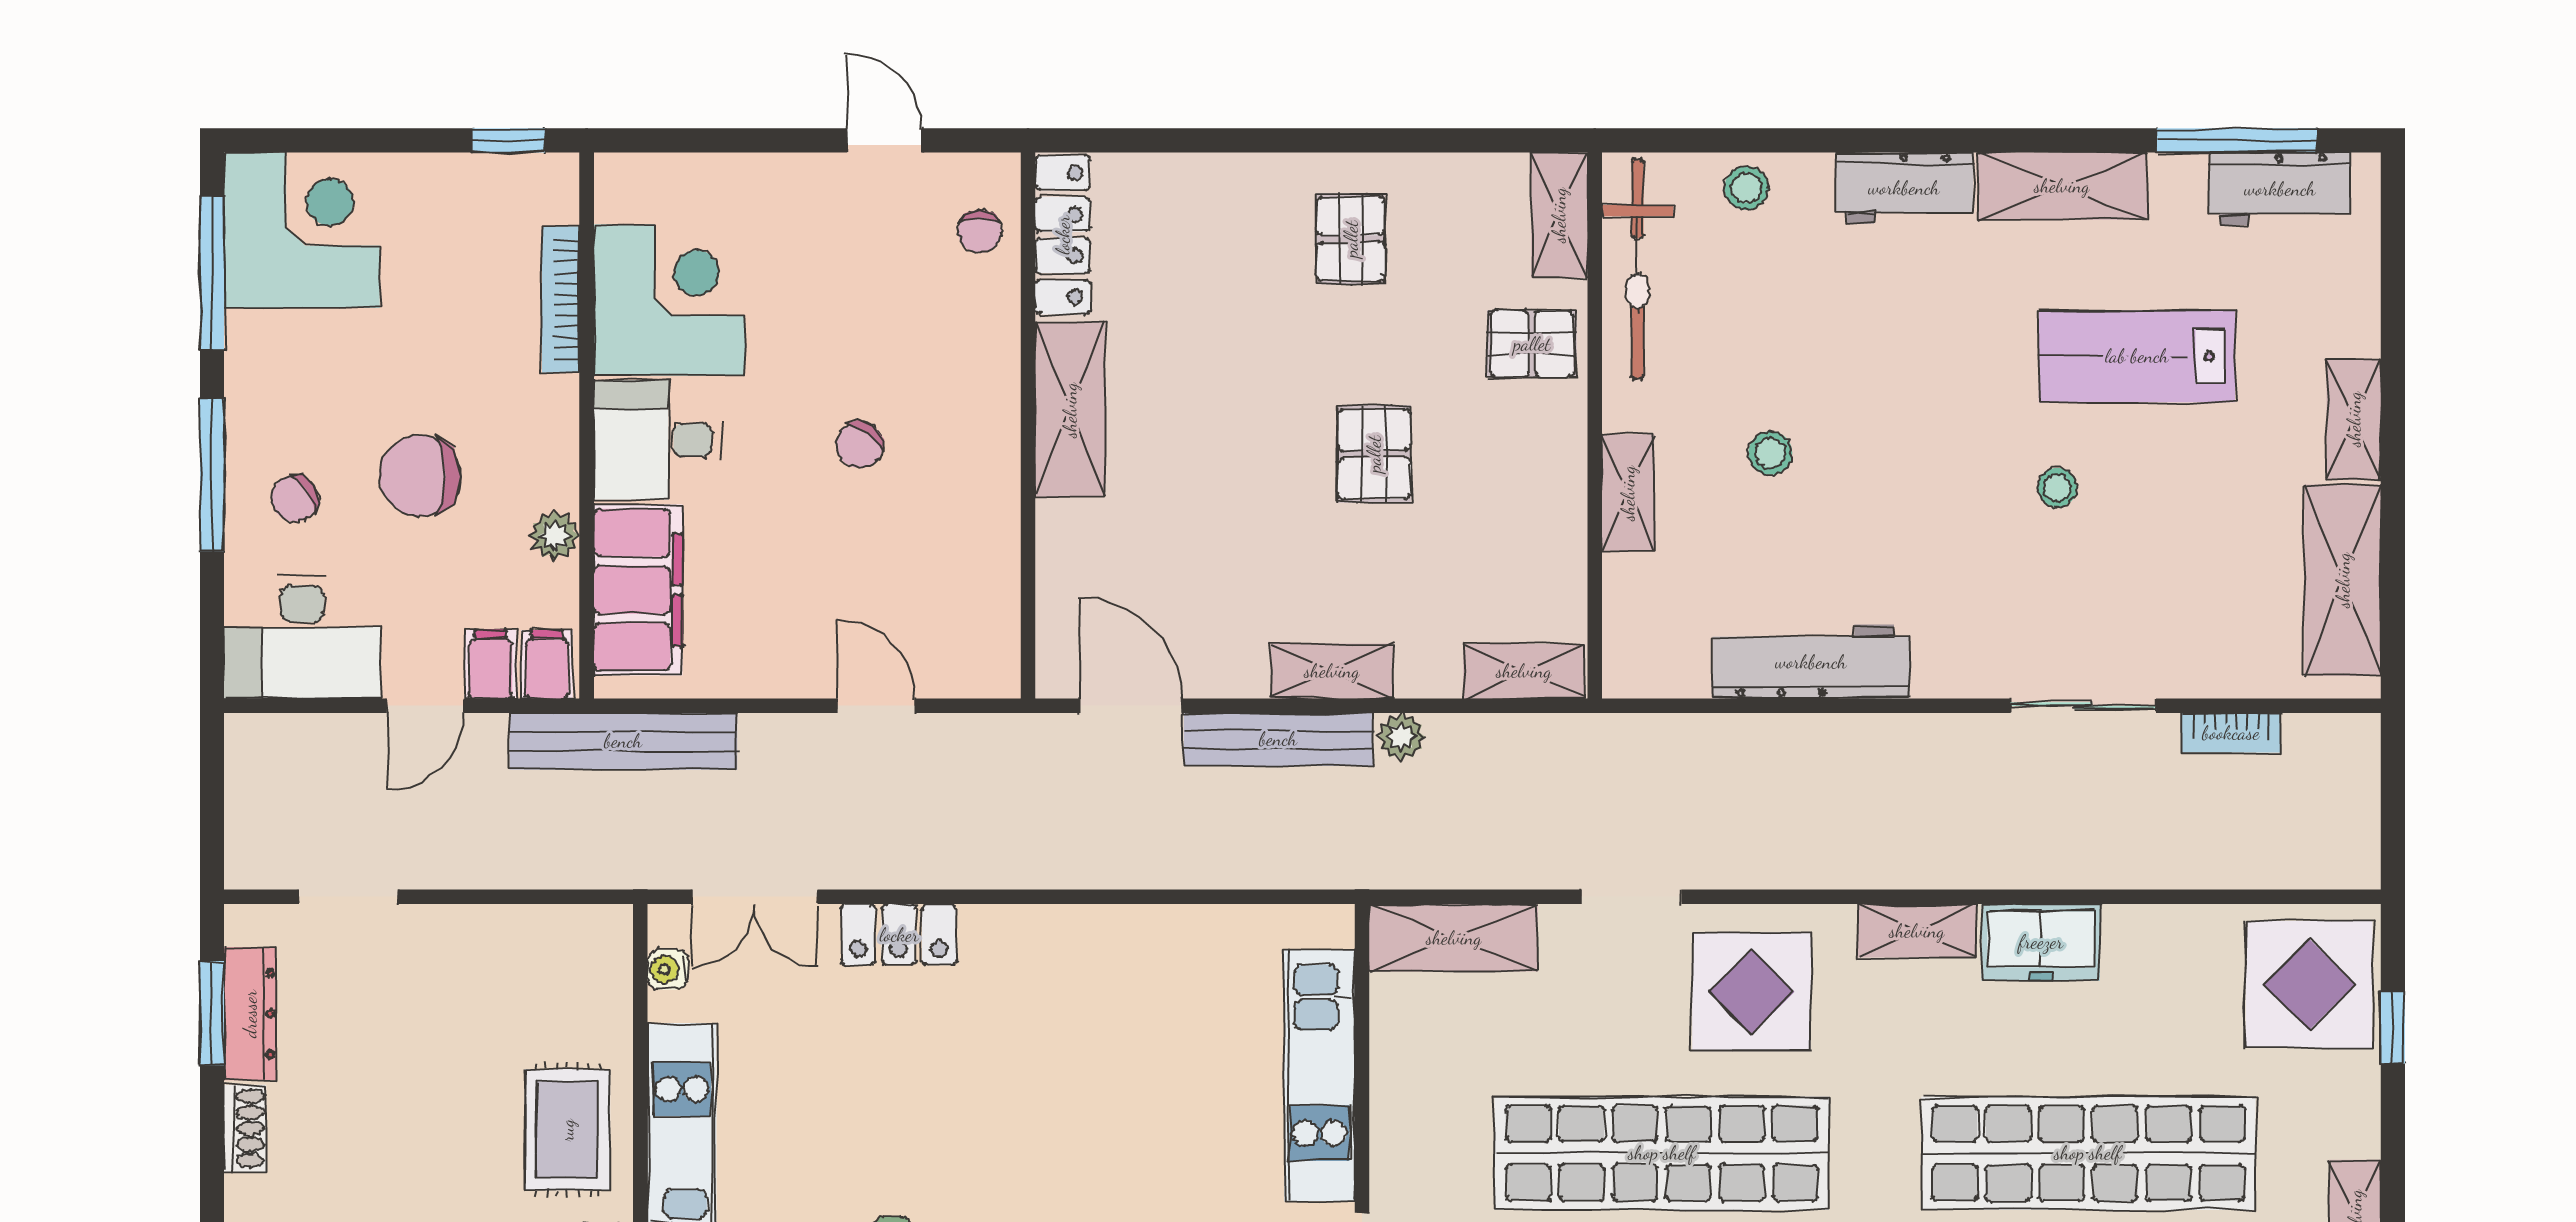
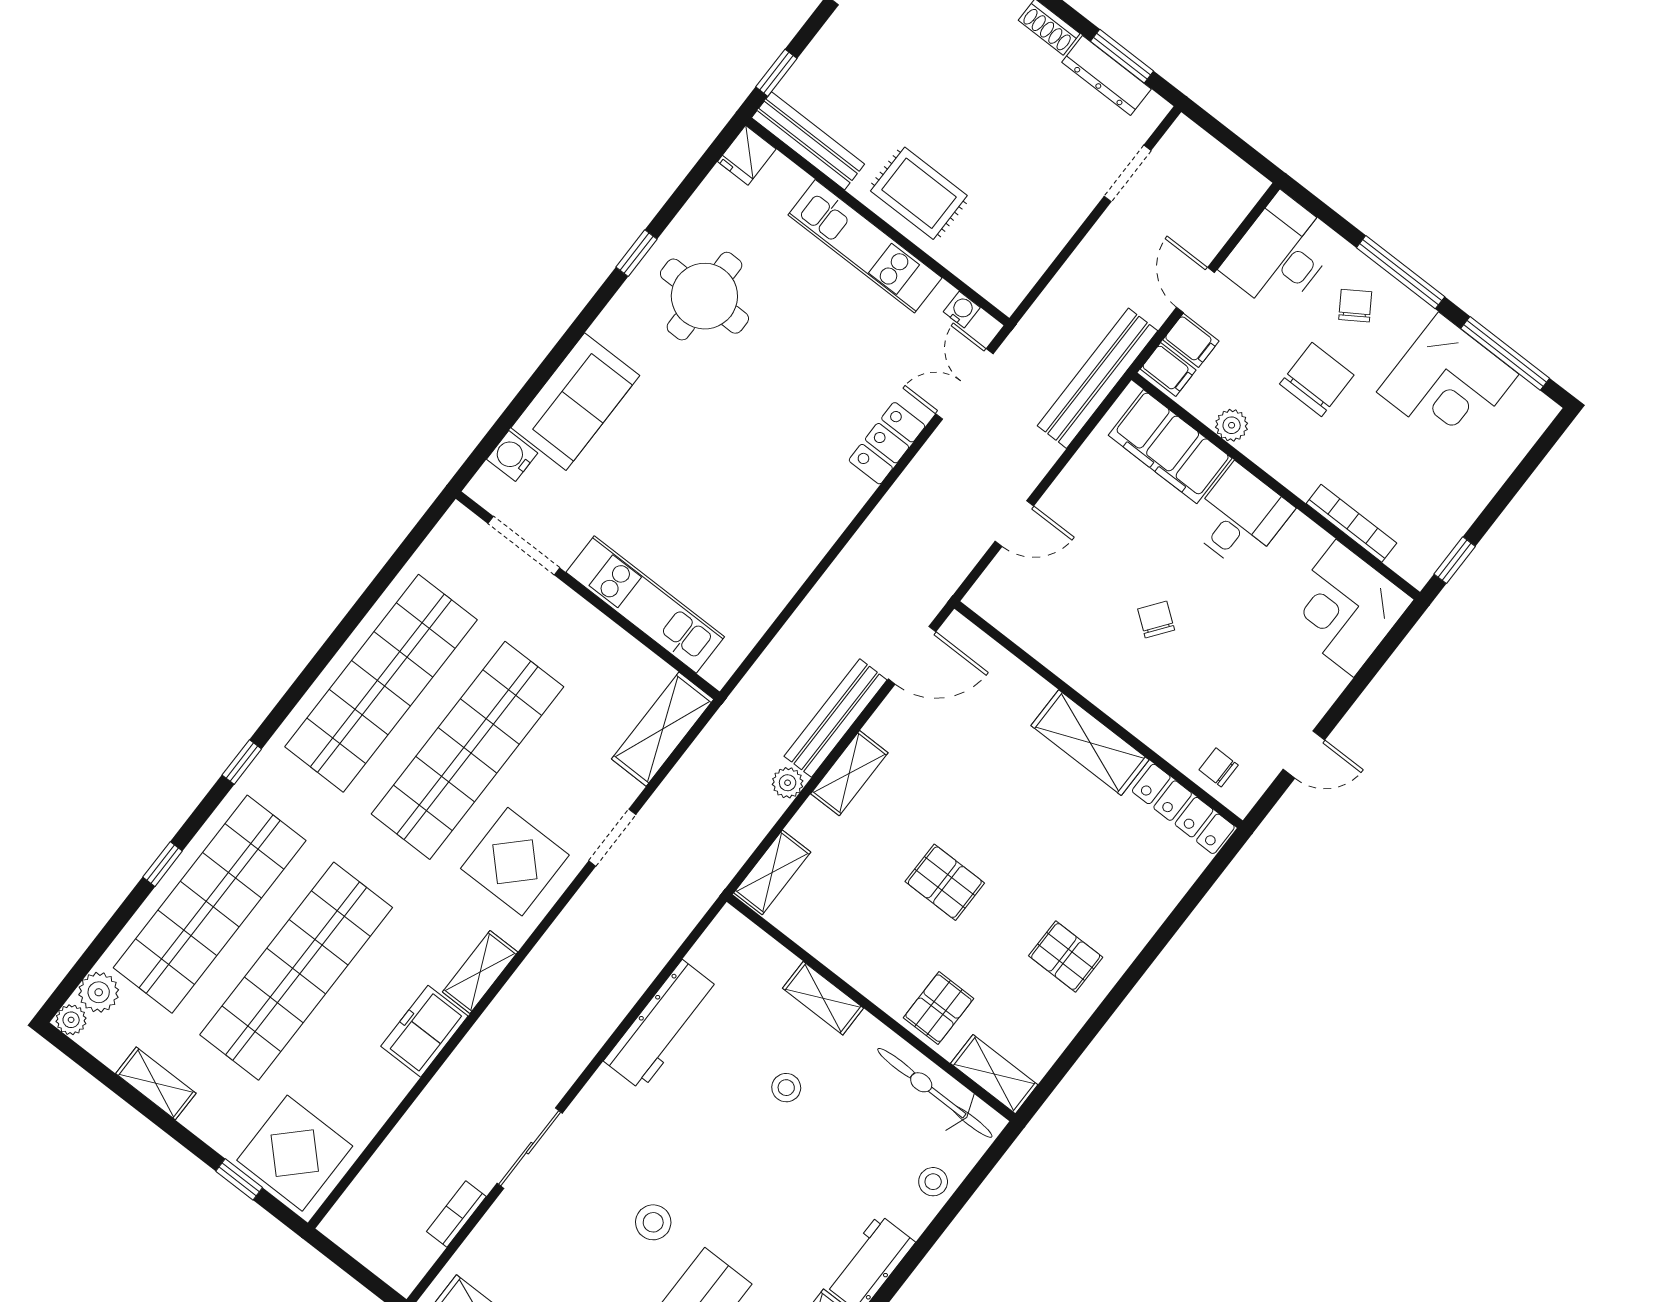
corner desk: (302, 230) -> (1448, 383), moved
corner desk: (669, 300) -> (1345, 608), moved, turned 90
stool: (2057, 488) -> (653, 1222), width x1.37, depth x1.37

